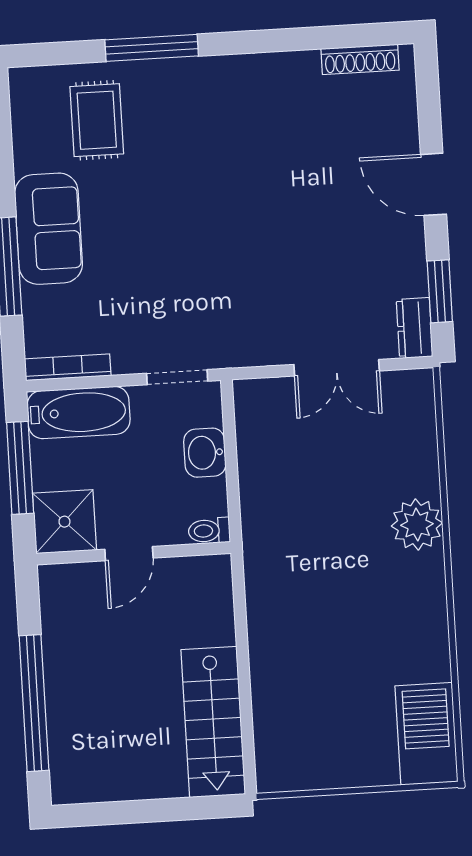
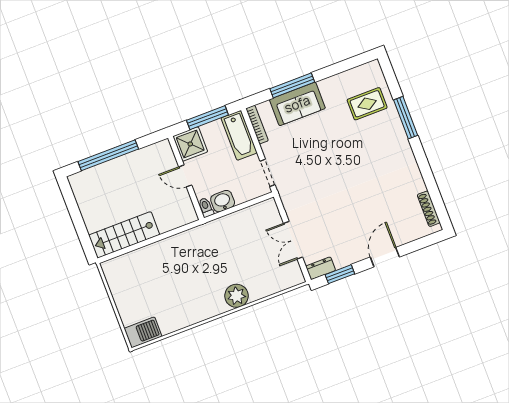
sofa: (49, 229) -> (297, 104), moved
washbasin: (205, 453) -> (223, 201), moved
barbecue: (427, 734) -> (143, 332), width x0.73, depth x0.83

